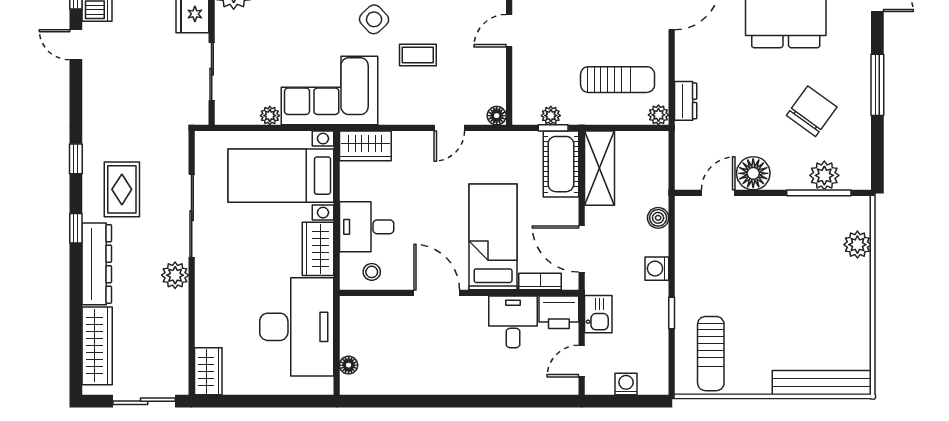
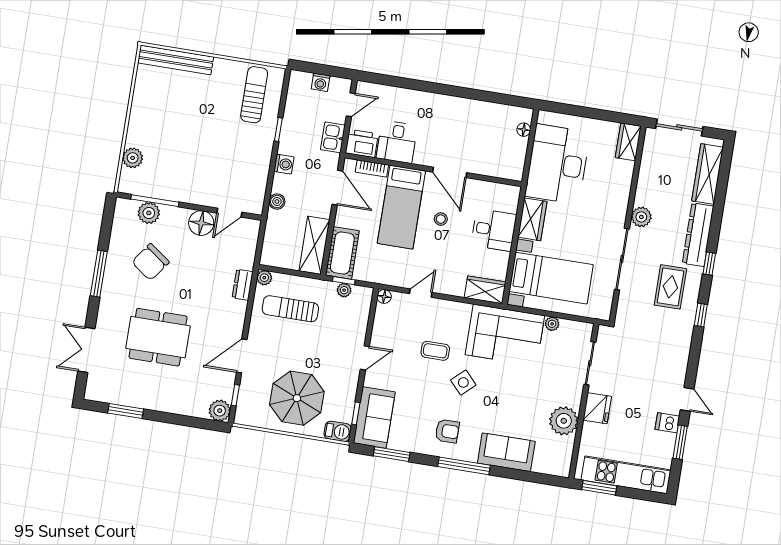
stool: (372, 272) -> (441, 219), moved

